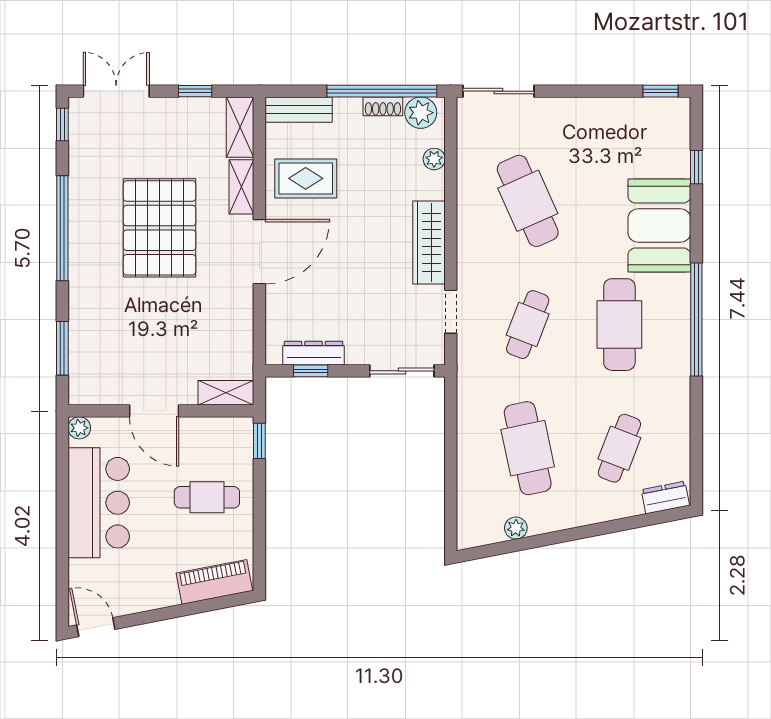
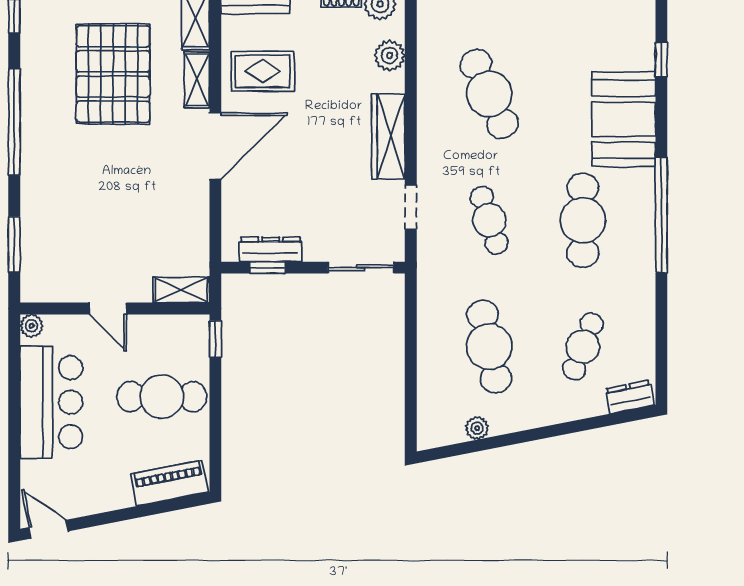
plant: (434, 159) -> (390, 55), width x1.38, depth x1.38
pallet: (160, 228) -> (113, 74), moved
cafe table: (528, 325) -> (489, 220), turned -39
door: (154, 411) -> (108, 308), width x0.73
cafe table: (207, 497) -> (162, 397), width x1.37, depth x1.35

